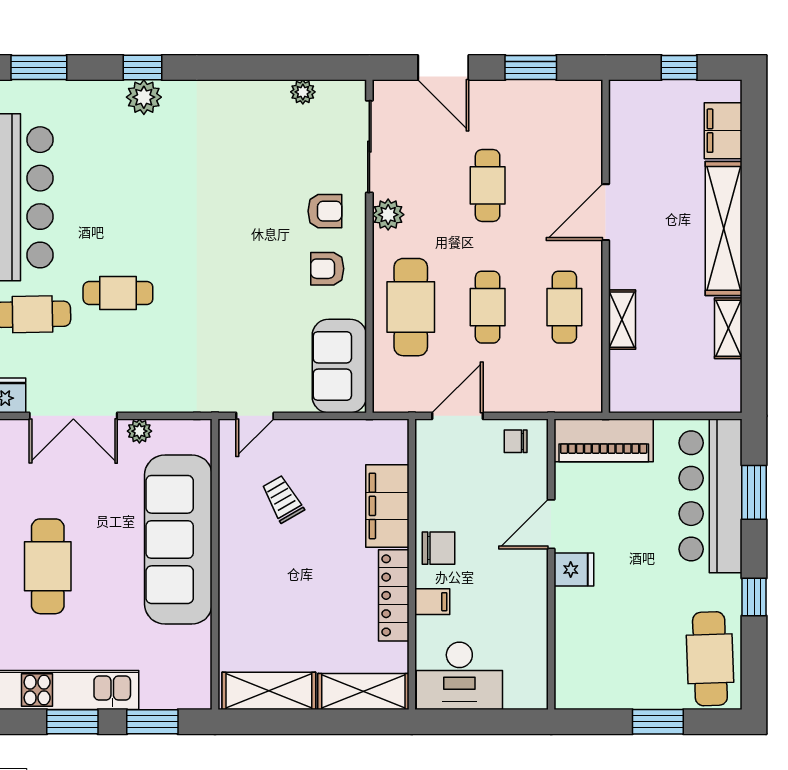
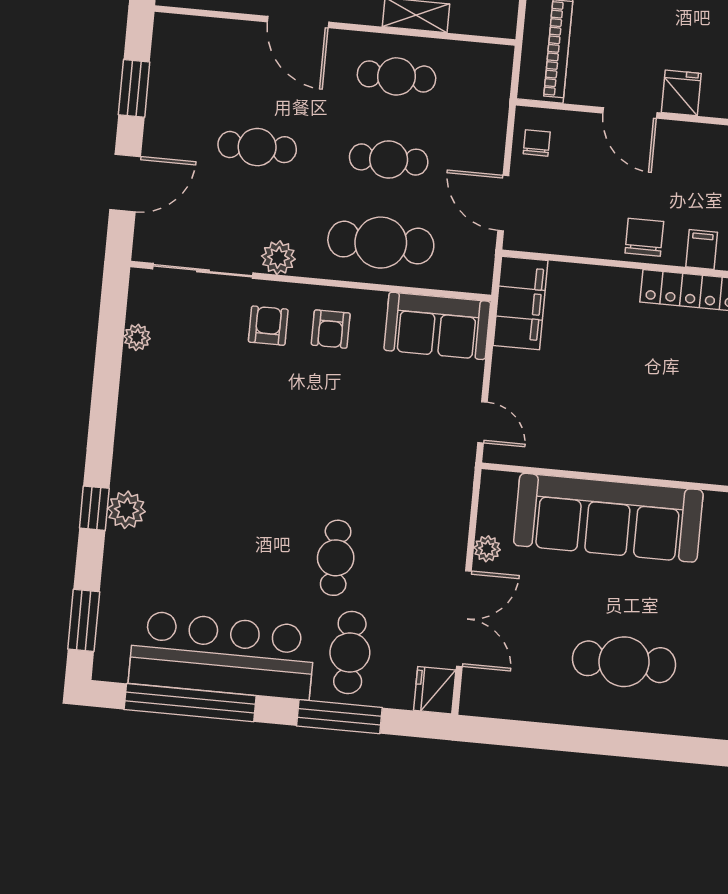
chair: (516, 441) -> (537, 143), turned 180
trolley: (283, 499) -> (575, 401), removed
filing cabinet: (387, 506) -> (521, 303), moved, turned -90

